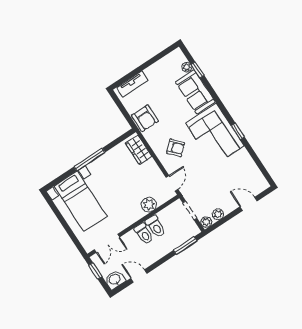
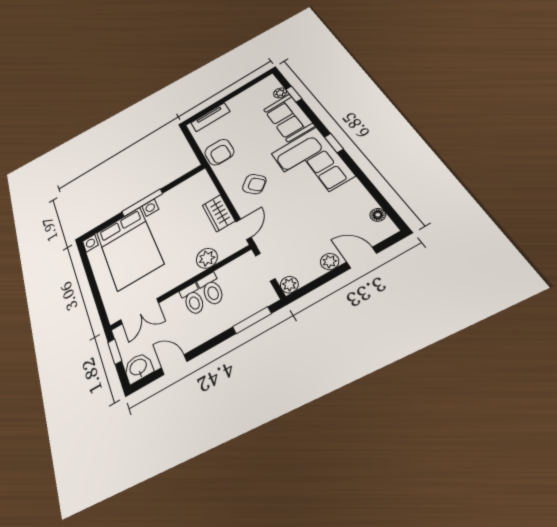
window: (238, 131) -> (334, 143), moved
wardrobe: (139, 150) -> (219, 213), moved
floor lamp: (258, 175) -> (378, 215), added
bed with nightstands: (80, 201) -> (129, 248), width x1.36
plant: (218, 214) -> (330, 262), moved

